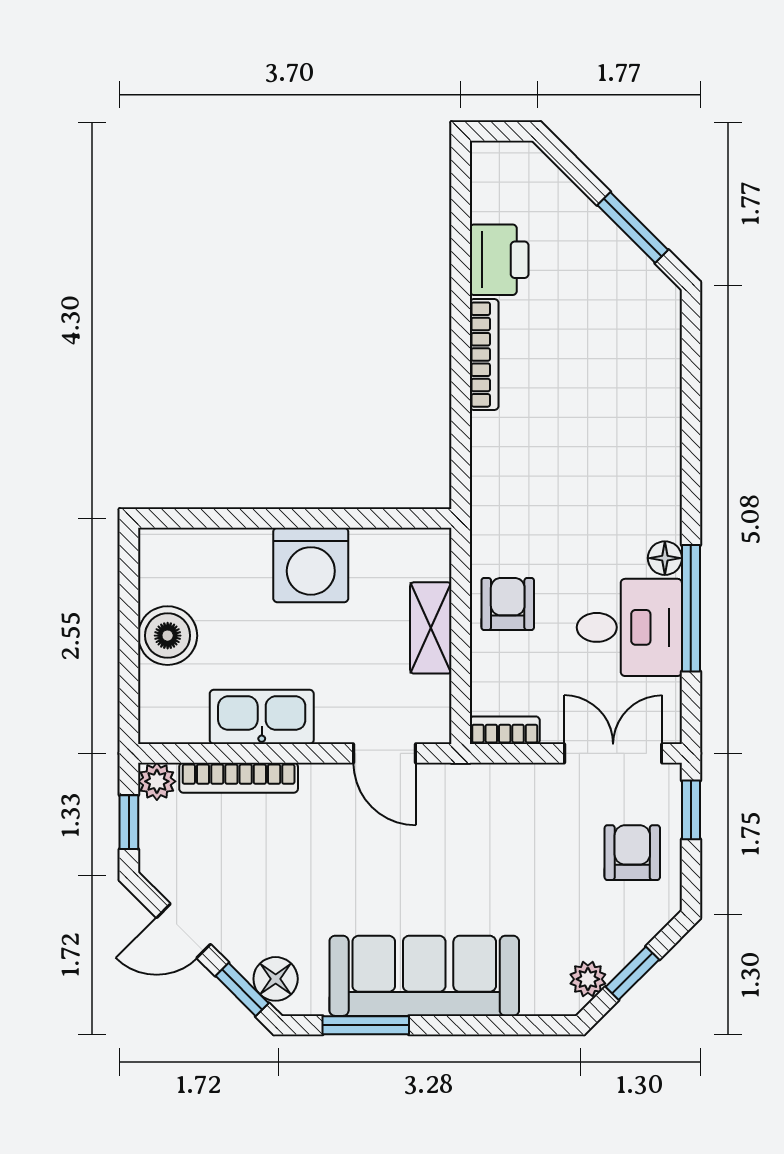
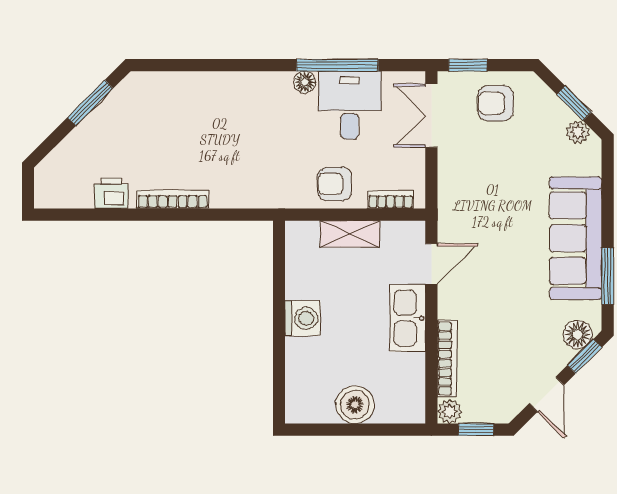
printer: (499, 260) -> (111, 193), width x0.73, depth x0.81
washing machine: (311, 565) -> (303, 318), width x0.73, depth x0.73
kitchen sink: (262, 717) -> (408, 318), moved
bookcase: (505, 730) -> (391, 200), moved, turned 90

